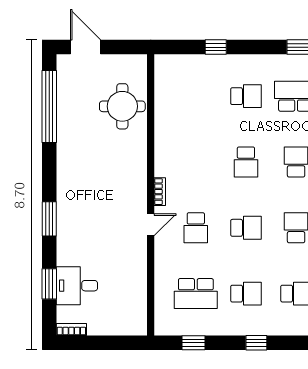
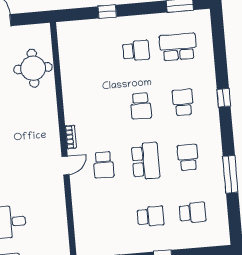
school desk: (246, 228) -> (146, 161), width x1.85
school desk: (196, 294) -> (108, 220), removed

